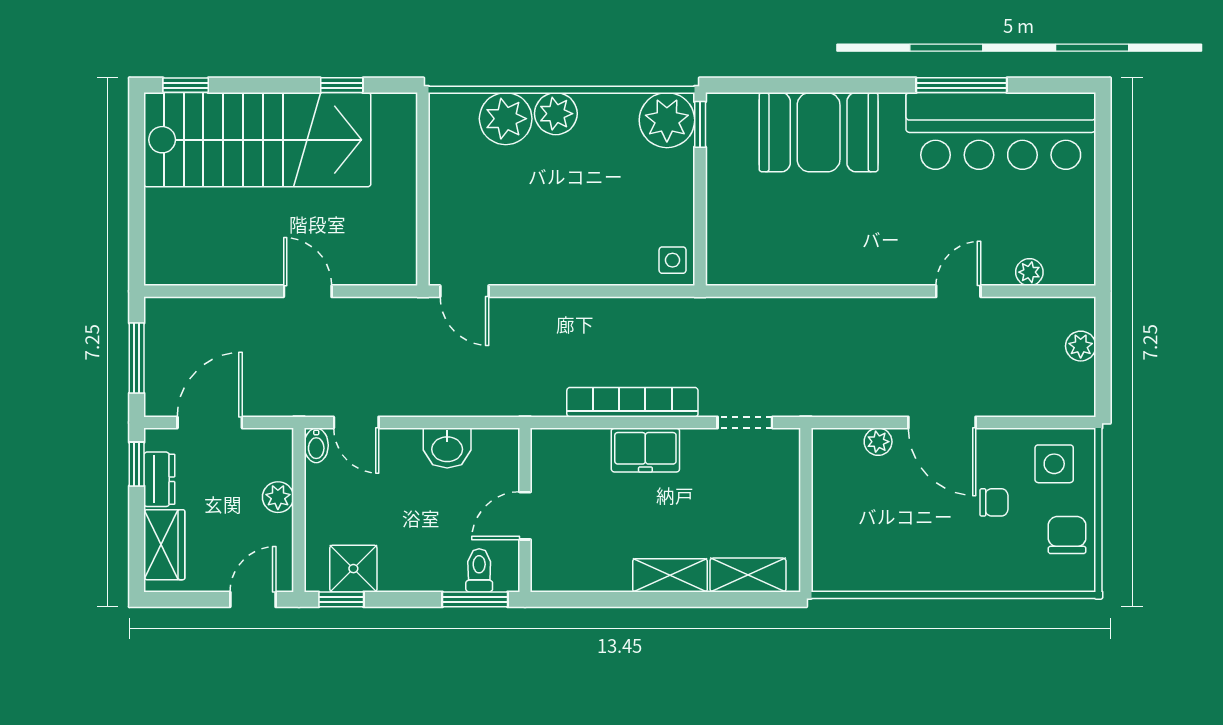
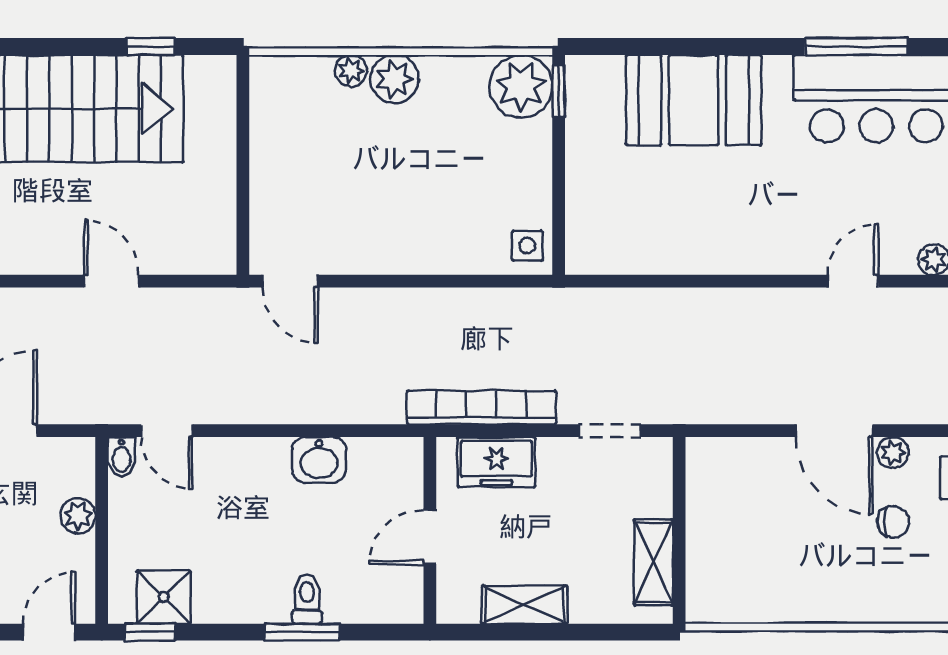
plant: (506, 119) -> (351, 71), width x0.53, depth x0.53
plant: (878, 442) -> (893, 453), moved
washbasin: (447, 448) -> (319, 460), moved
wall: (525, 510) -> (430, 530), moved
door: (525, 516) -> (430, 537), moved
shelving: (748, 575) -> (653, 562), moved, turned 90

